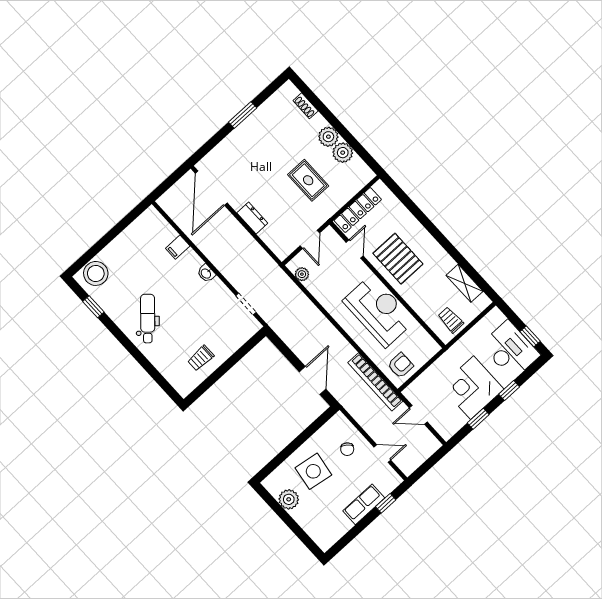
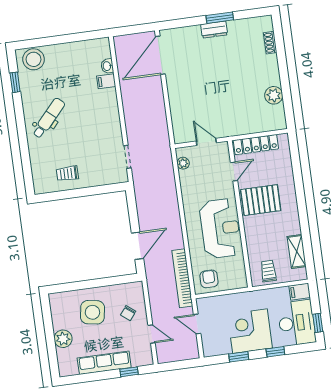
plant: (328, 137) -> (271, 77), removed
rug: (308, 180) -> (235, 98), removed
dresser: (252, 218) -> (214, 30), moved, turned 90
door: (310, 239) -> (206, 142), swing flipped
pallet: (398, 259) -> (261, 200), turned 90
washbasin: (206, 273) -> (107, 66), moved
filing cabinet: (493, 319) -> (300, 292), added
armchair: (400, 365) -> (209, 279), turned -90
plant: (289, 499) -> (63, 339), moved
row of seats: (364, 504) -> (104, 363), width x1.48

